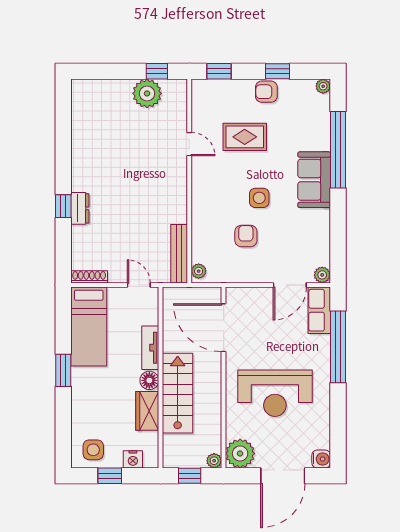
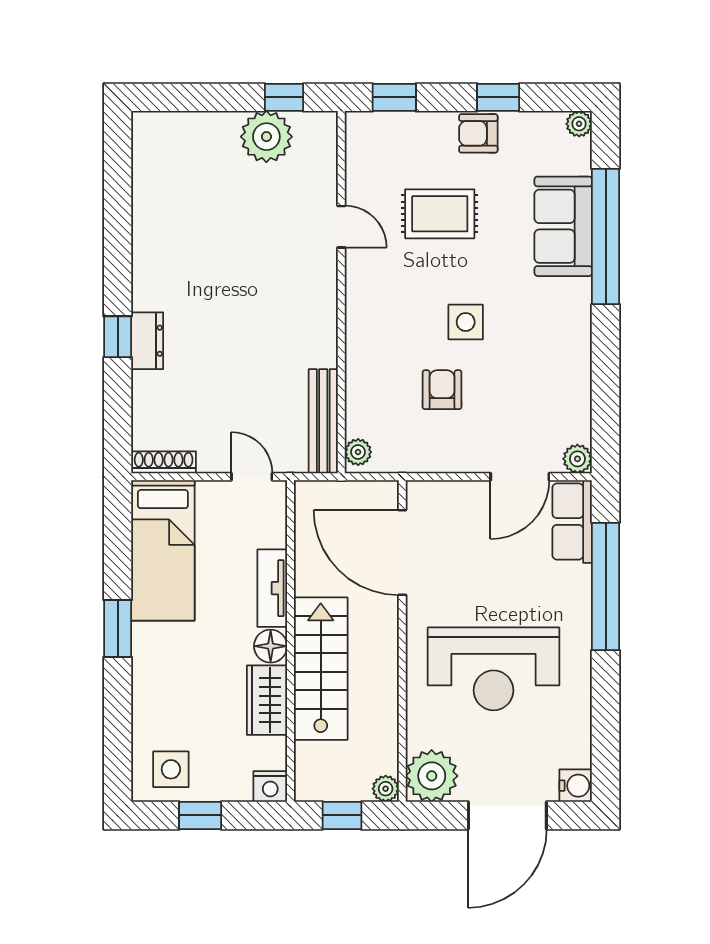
sofa: (314, 180) -> (563, 226), moved
nightstand: (133, 459) -> (270, 786), moved

